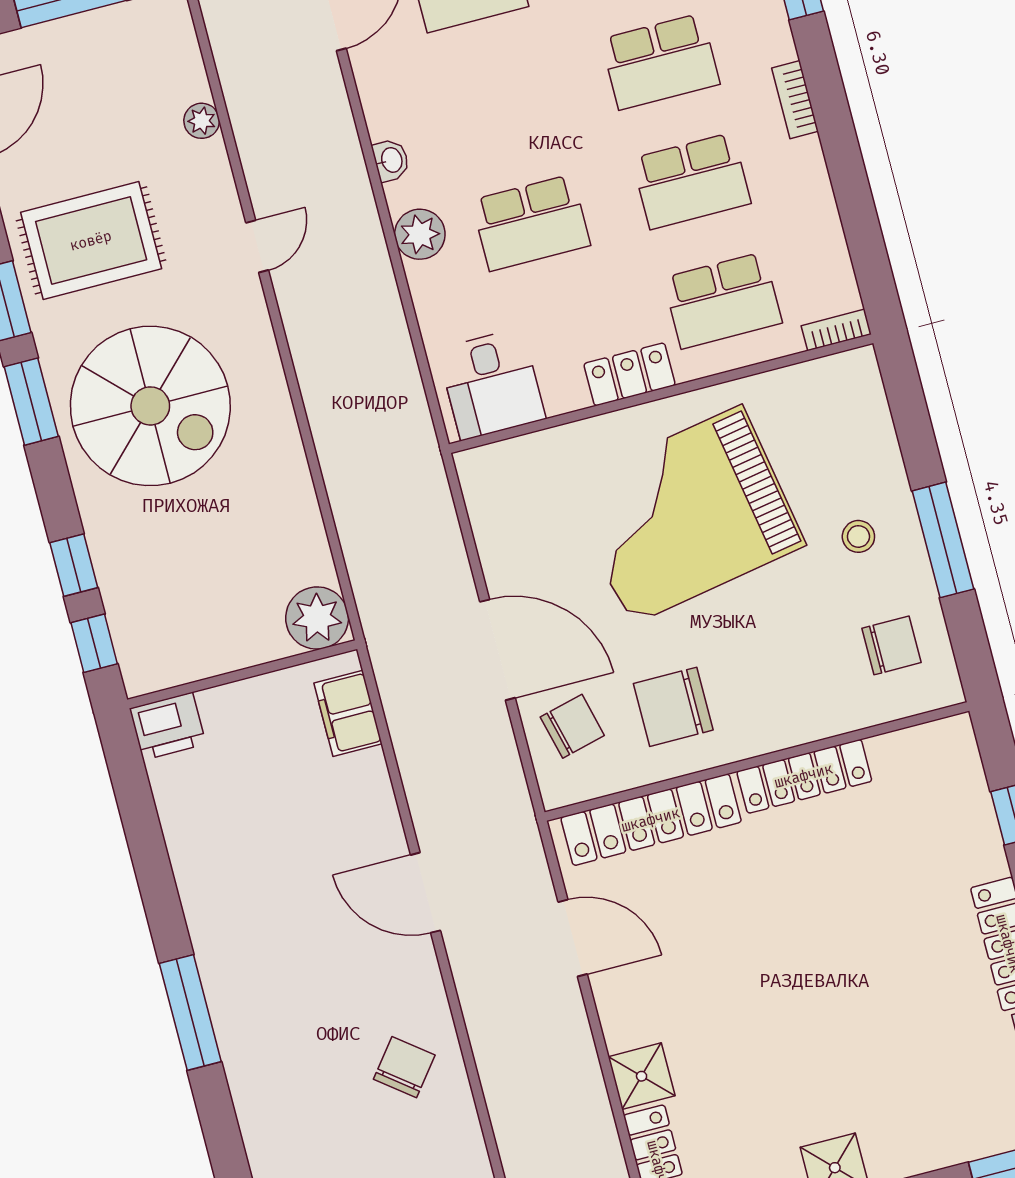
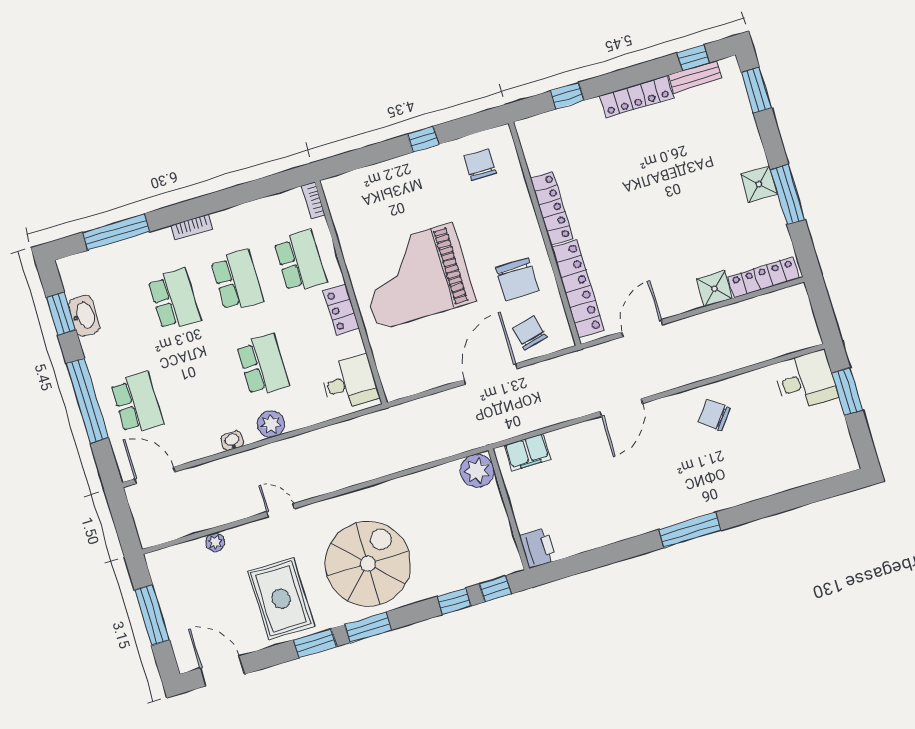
grand piano: (686, 515) -> (415, 277), turned 100
stool: (858, 536) -> (423, 184), removed
window: (943, 540) -> (423, 139), width x0.46

